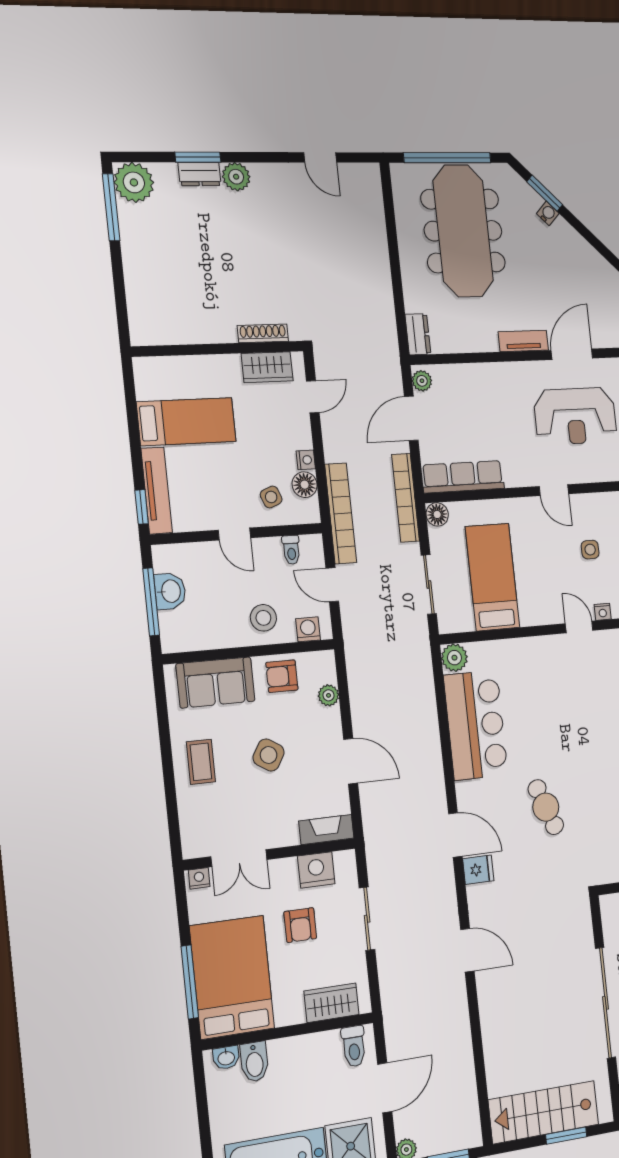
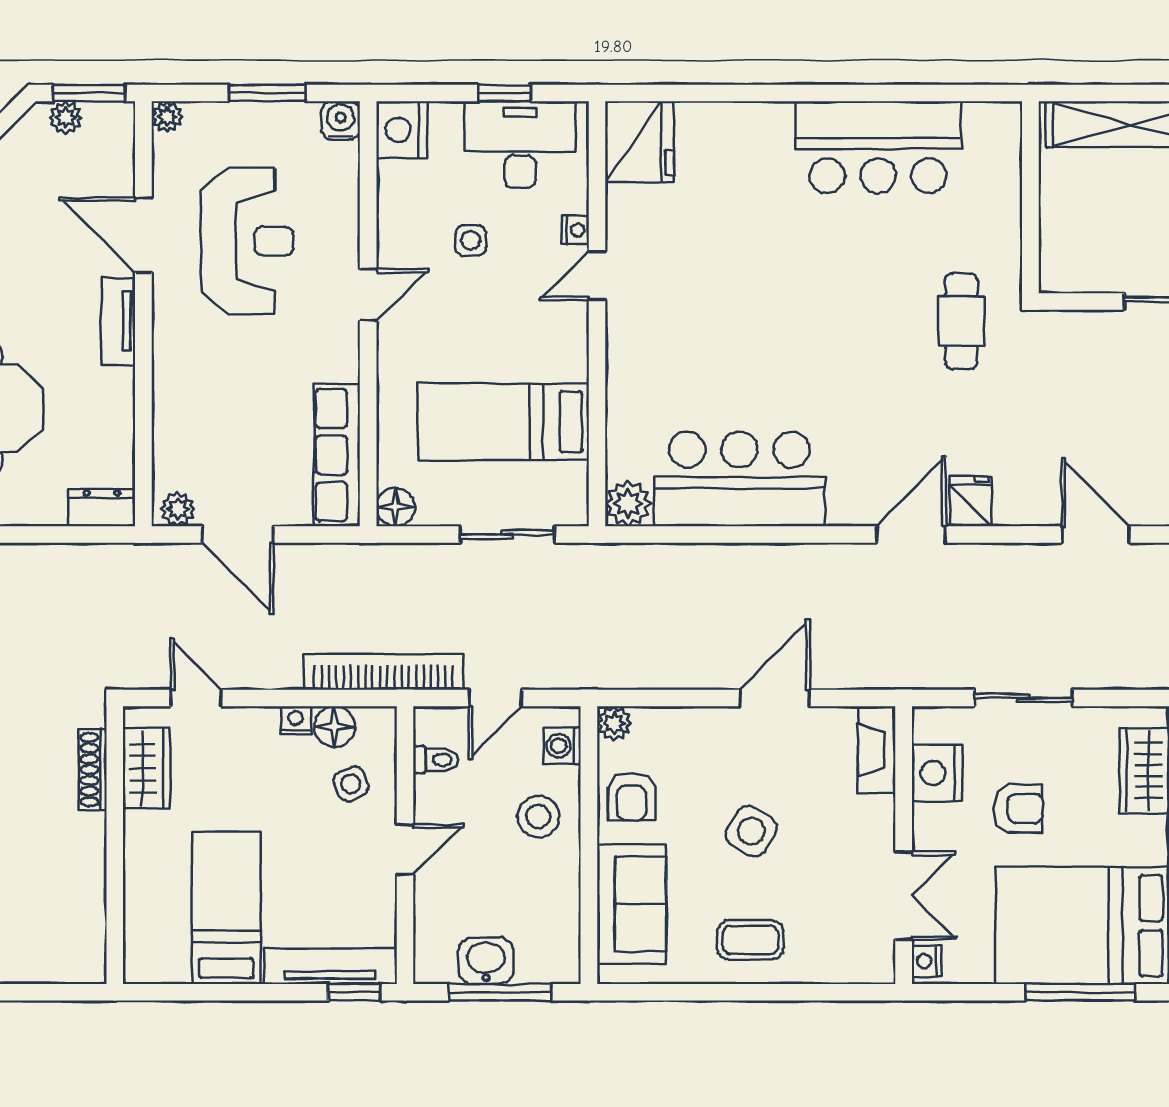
bookcase: (406, 498) -> (365, 559), removed
plant: (329, 695) -> (614, 723), moved
cafe table: (546, 807) -> (961, 321), moved, turned -69
door: (467, 950) -> (1095, 534), hinge flipped

